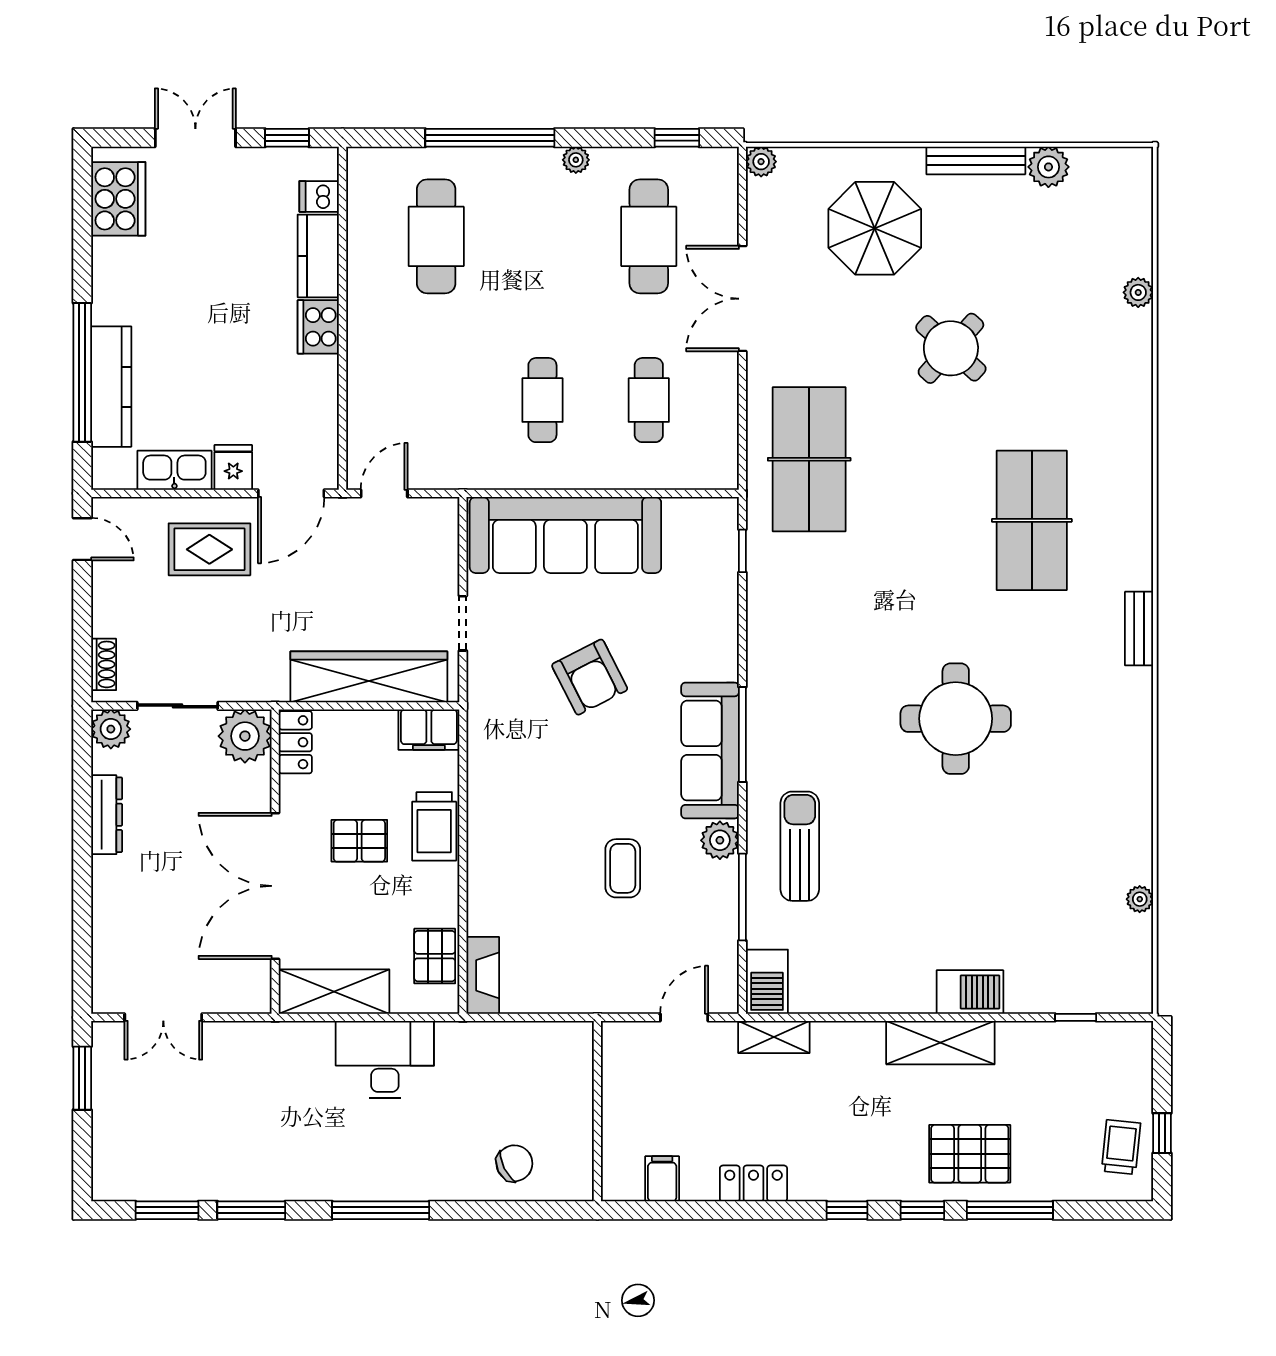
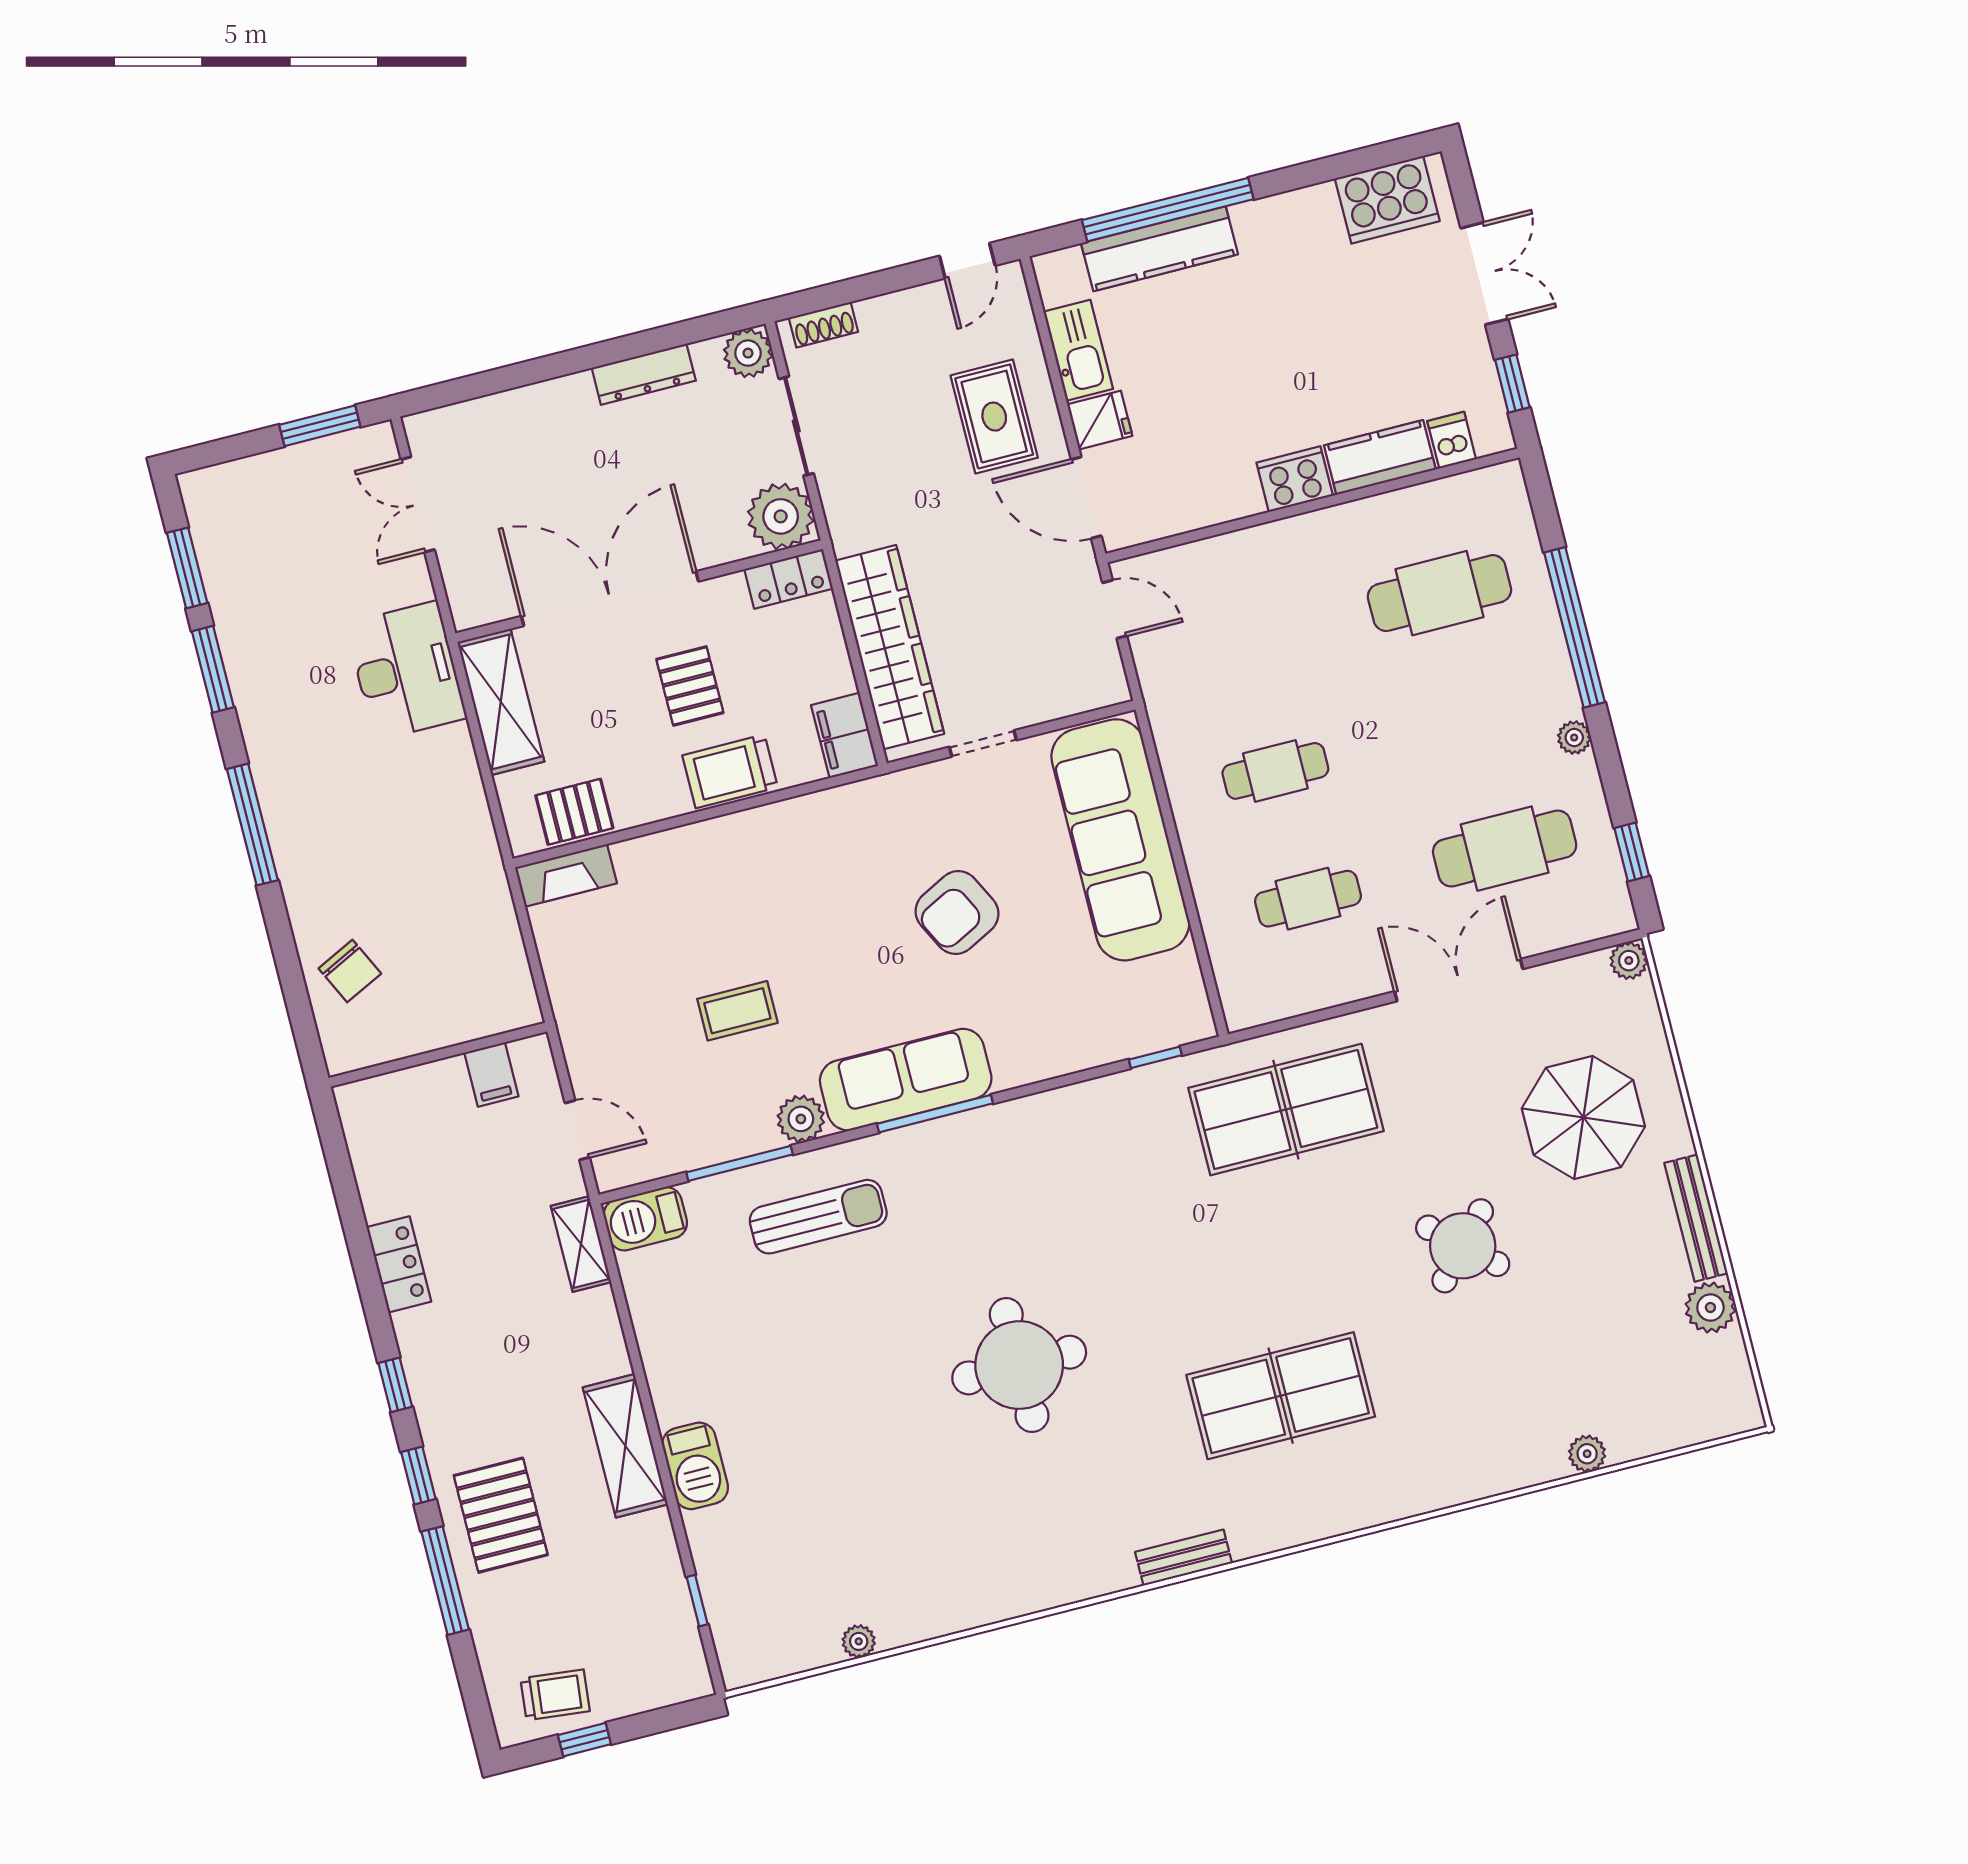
desk: (385, 1059) -> (406, 671), moved
filing cabinet: (662, 1179) -> (491, 1074), moved, turned 90

